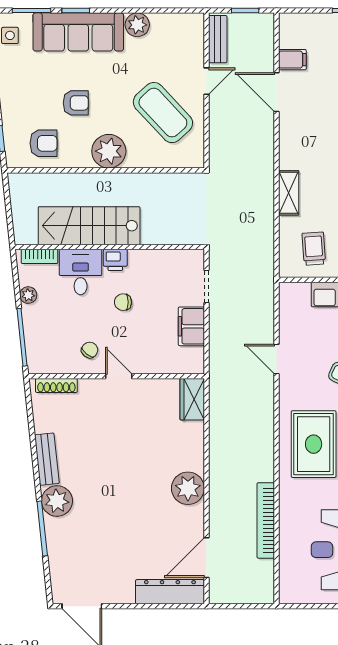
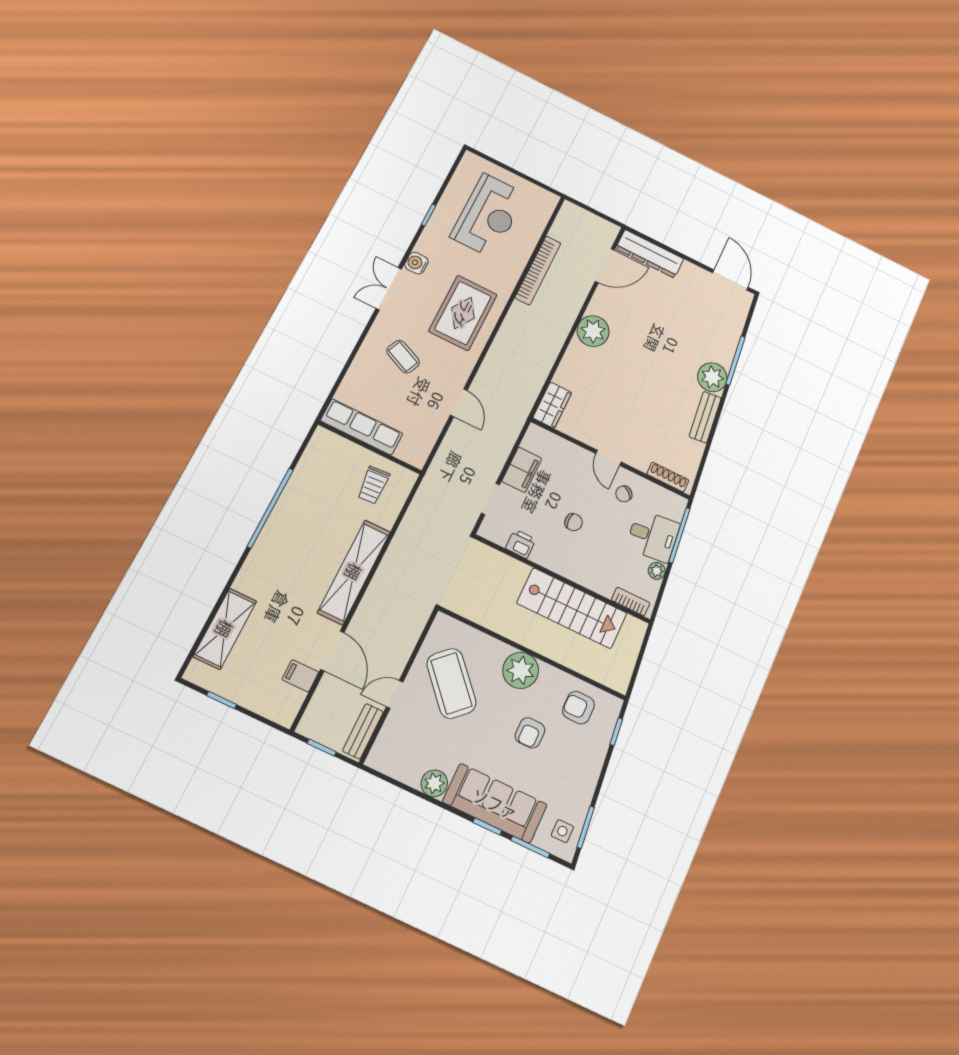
armchair: (76, 103) -> (530, 733), turned -90
shelving: (289, 193) -> (354, 572), width x2.20, depth x1.33
printer: (115, 260) -> (521, 544), moved
desk: (81, 272) -> (653, 536), moved, turned -96

